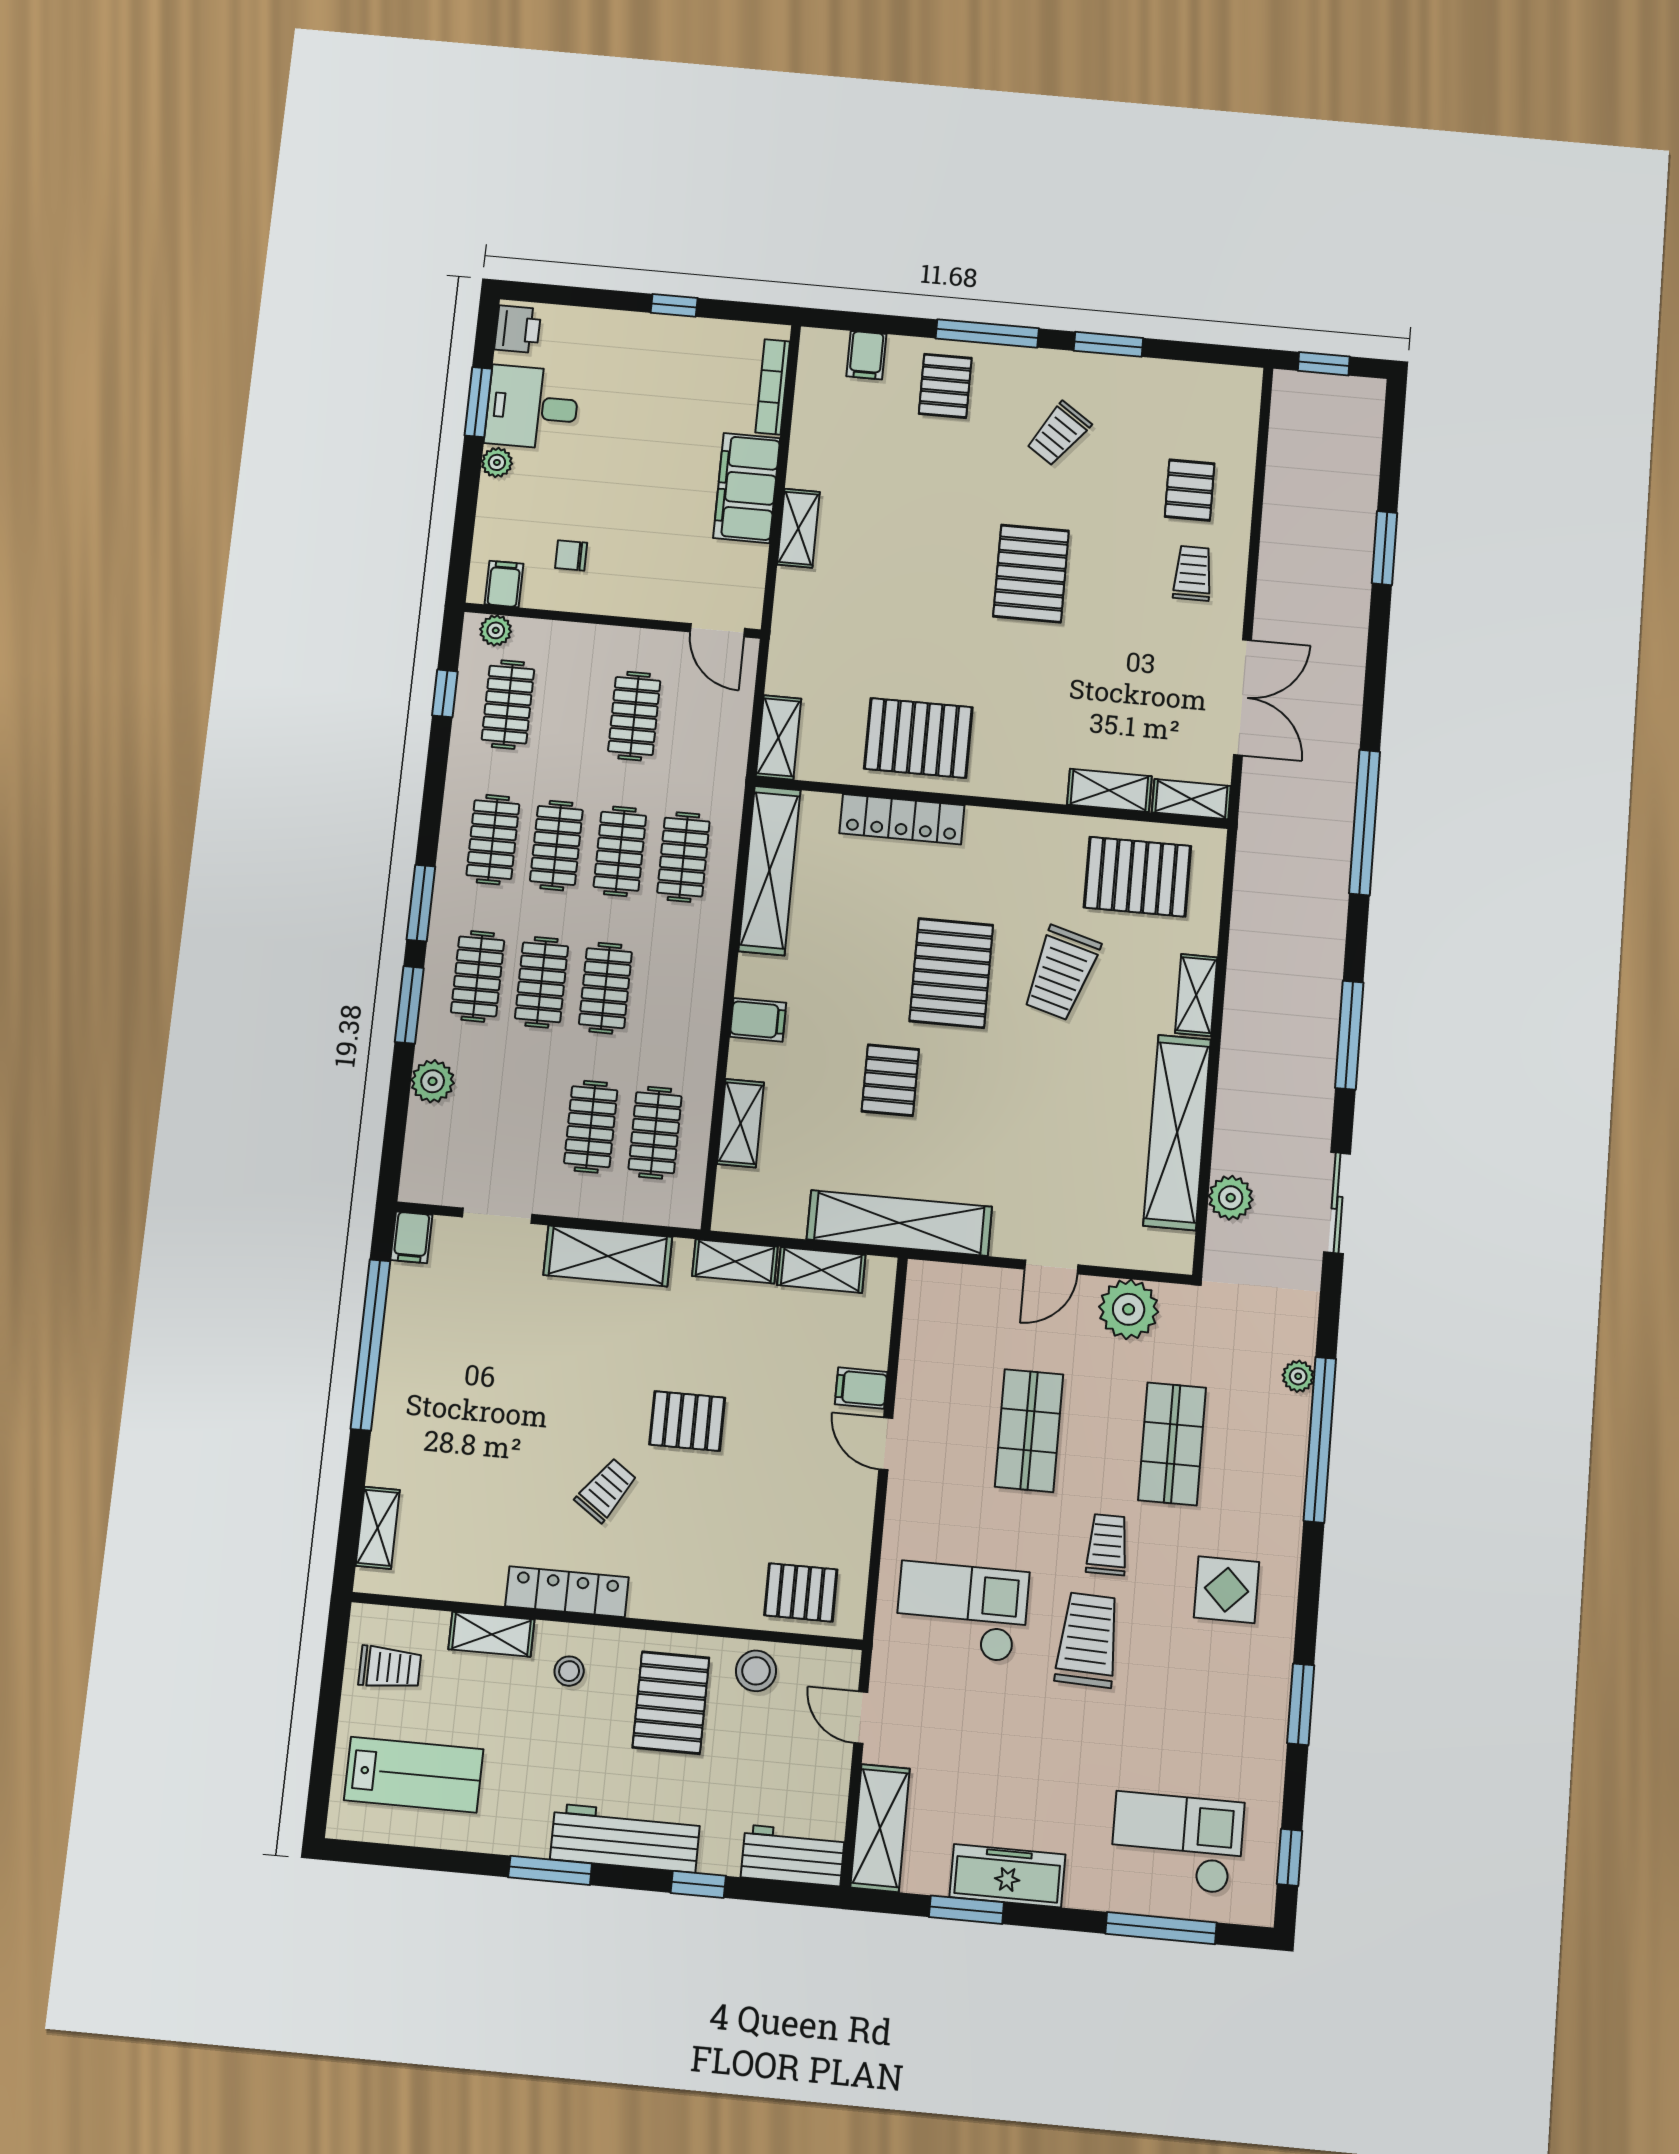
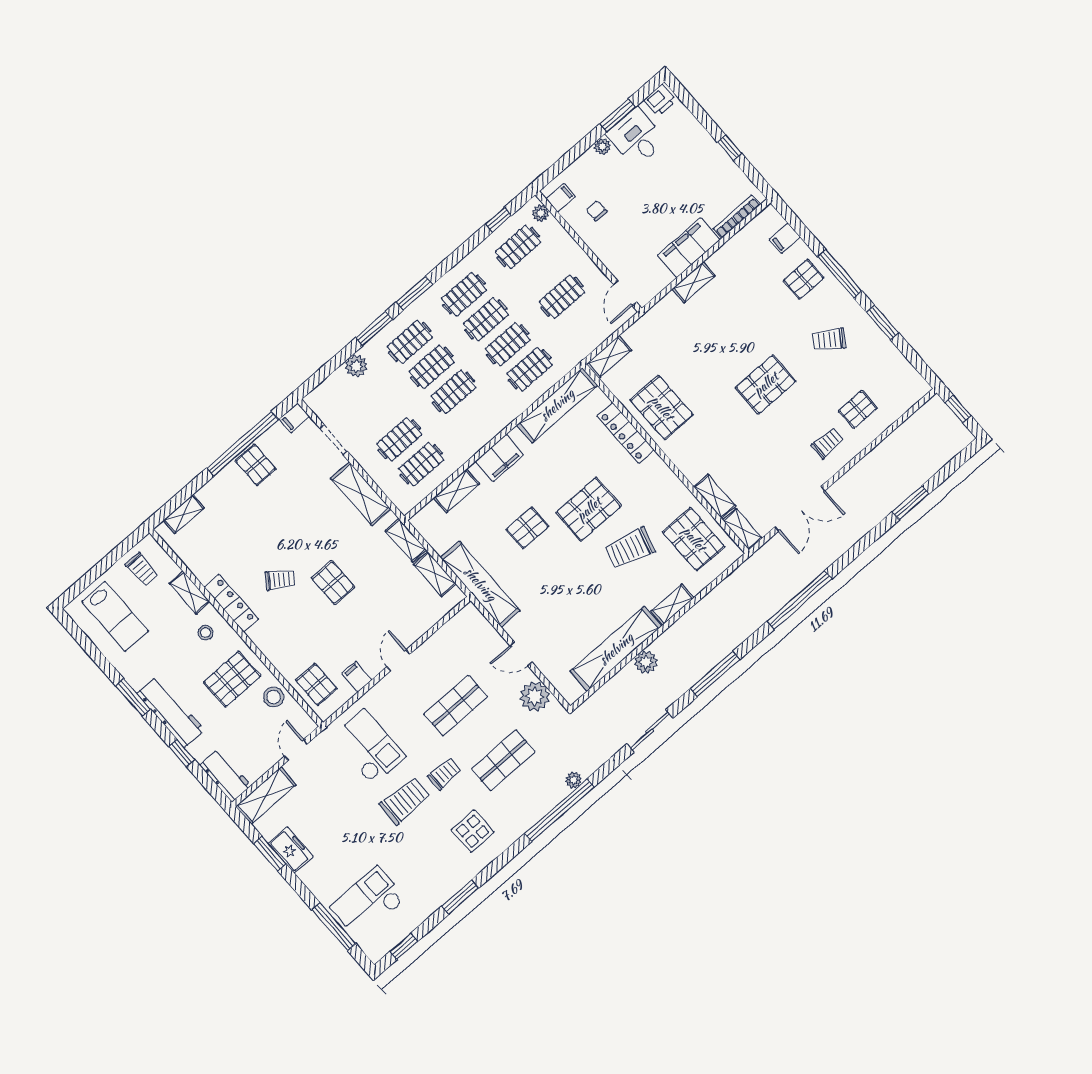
filing cabinet: (758, 1020) -> (499, 458), width x2.00
plant: (1231, 1198) -> (646, 662), moved
pallet: (418, 1357) -> (256, 465), added
filing cabinet: (861, 1388) -> (357, 677), moved
checkout: (1177, 1843) -> (368, 903), turned -90
freezer: (1007, 1876) -> (291, 850), width x0.71

